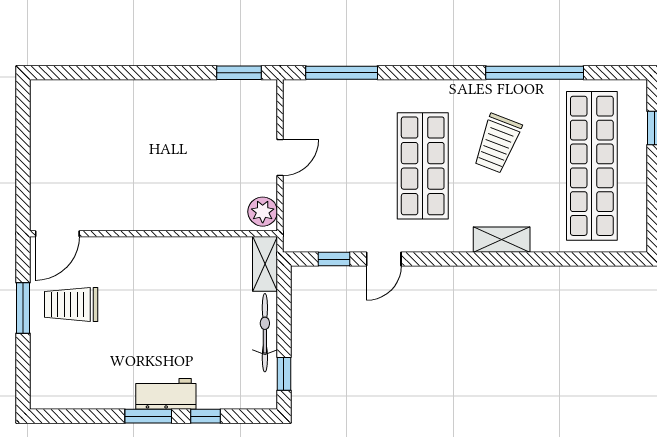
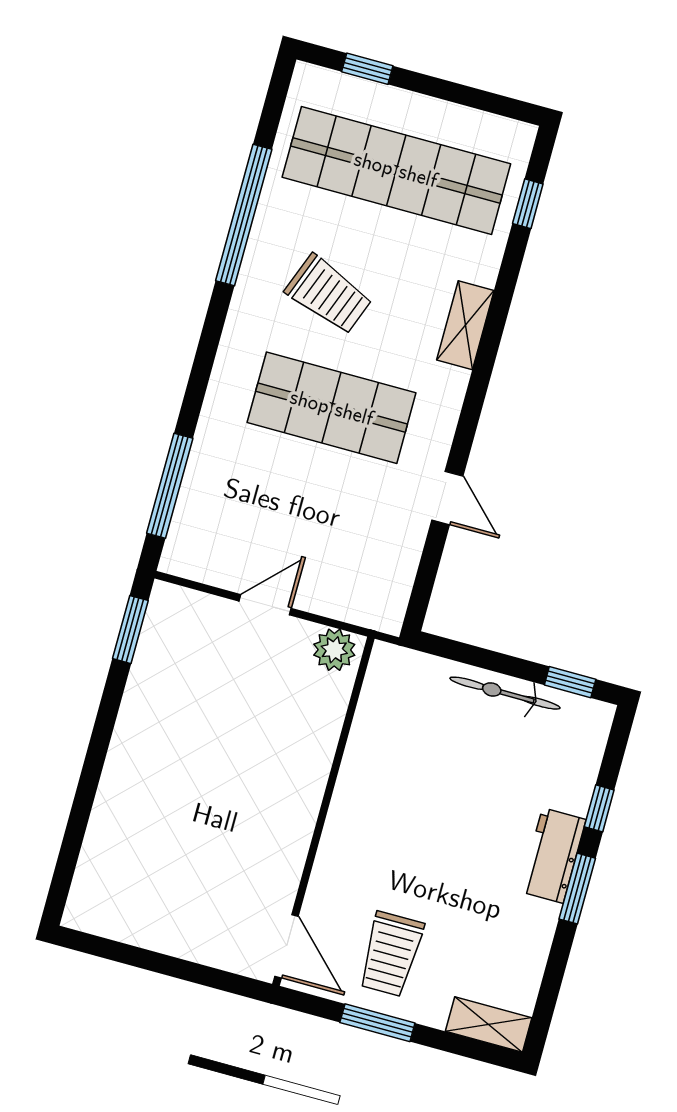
door: (280, 158) -> (265, 605), hinge flipped
window: (334, 259) -> (528, 204), moved
shelving: (265, 264) -> (489, 1024), moved

